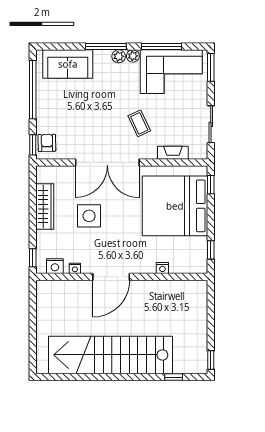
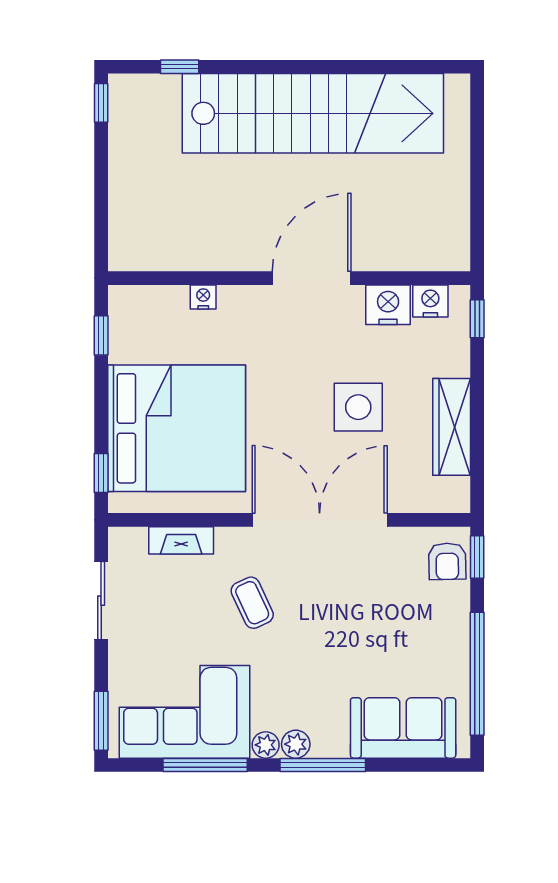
nightstand: (75, 268) -> (388, 305), width x1.89, depth x1.79

